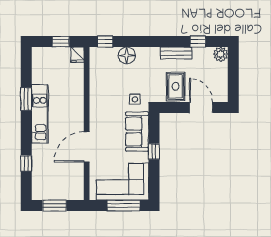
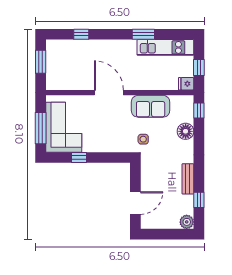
rug: (176, 86) -> (156, 178), removed
kitchen unit: (40, 114) -> (165, 47), moved
sofa: (137, 132) -> (151, 106), moved, turned 180
door: (87, 147) -> (109, 93), moved
window: (154, 152) -> (79, 158), moved

